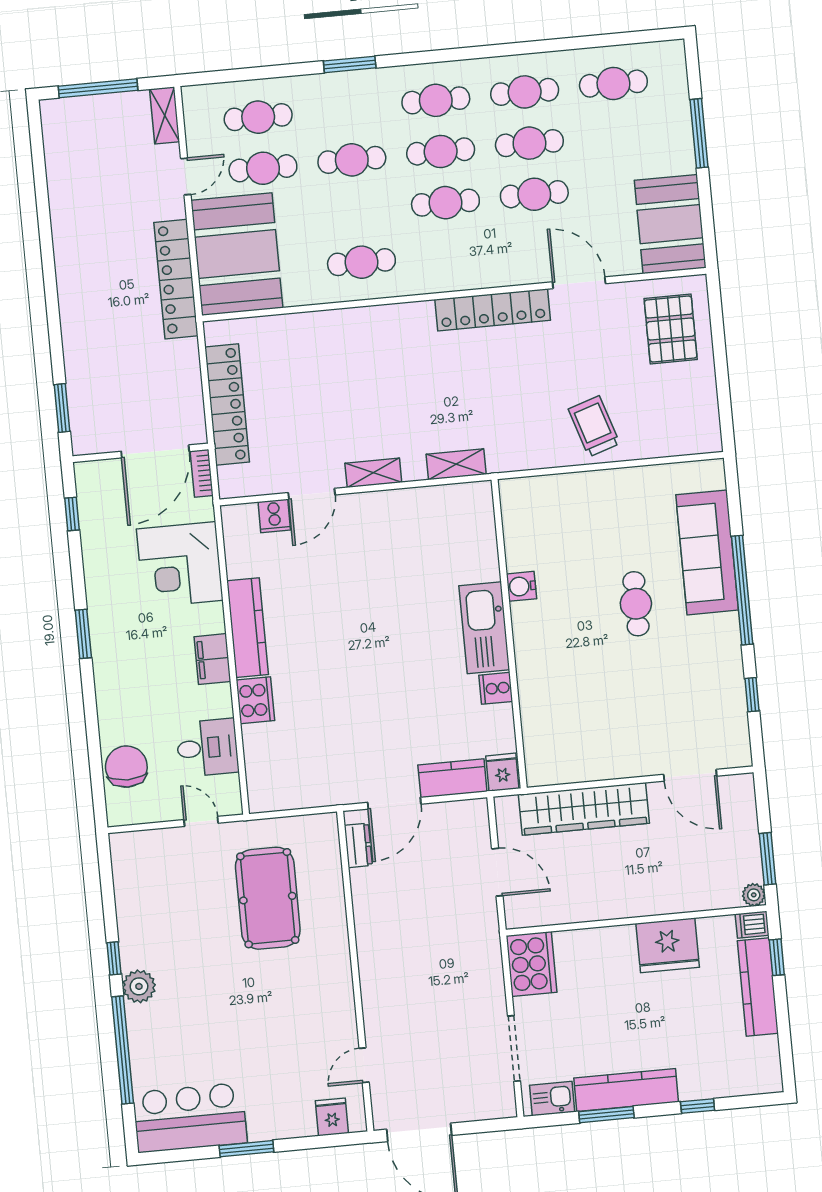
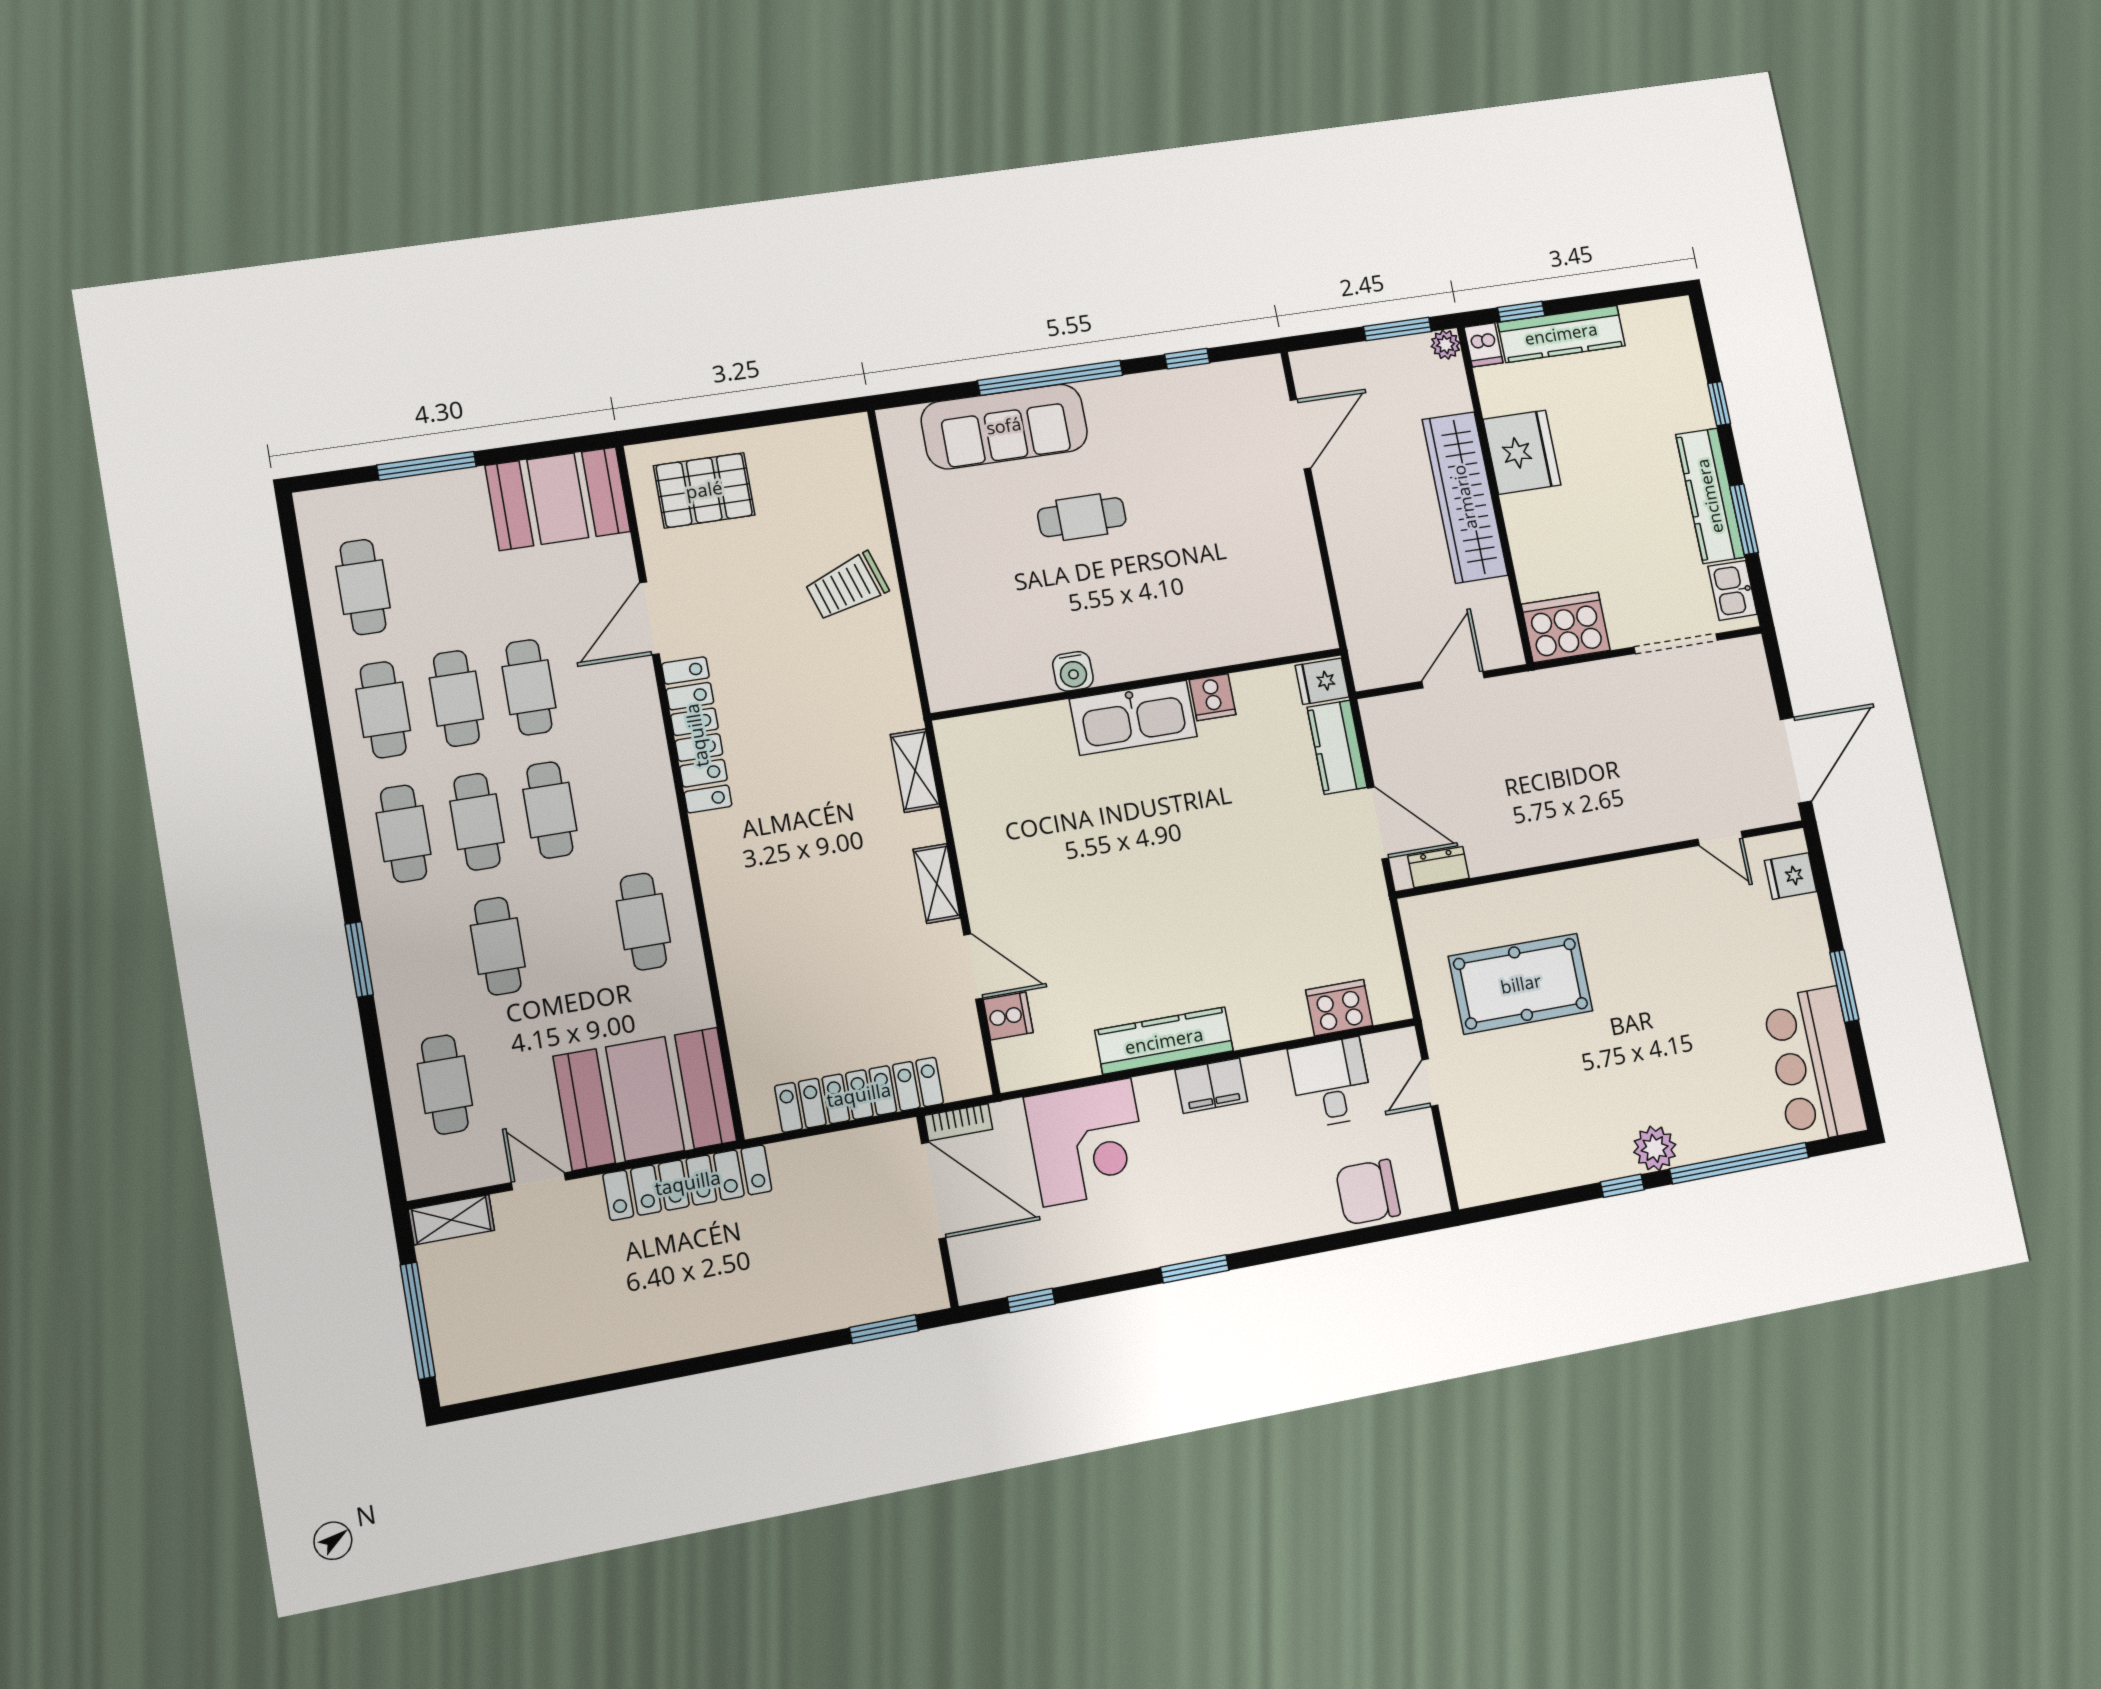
cafe table: (263, 168) -> (519, 1072), removed
cooker: (255, 700) -> (1339, 1008), moved
wardrobe: (584, 809) -> (1465, 497), moved, turned 180

